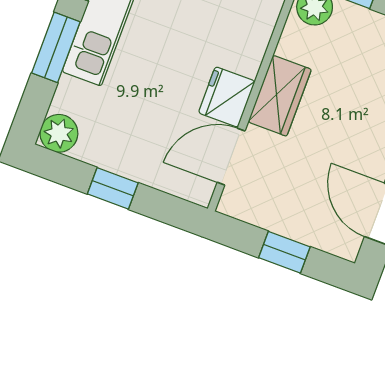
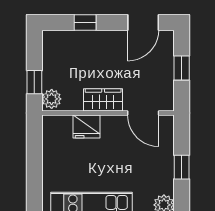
fridge: (227, 97) -> (87, 127), moved

